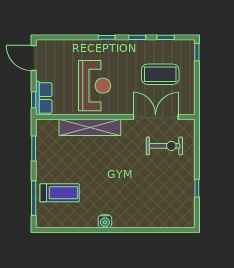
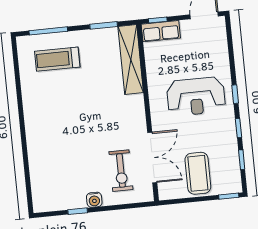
coffee table: (160, 74) -> (198, 173), moved
reception desk: (95, 86) -> (196, 96), moved
shelving: (90, 127) -> (131, 60), moved
treadmill: (60, 193) -> (57, 59), turned 90
water cooler: (105, 221) -> (94, 200), moved, turned -90

